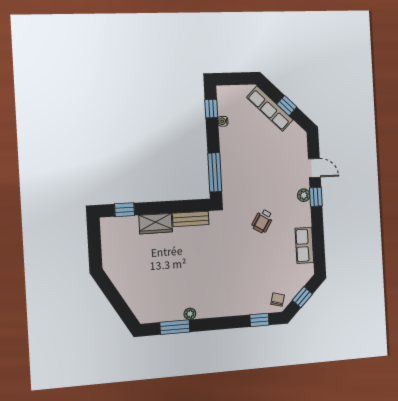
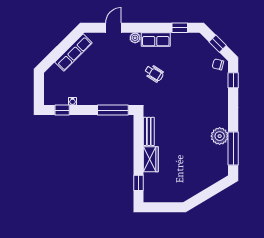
window: (287, 106) -> (62, 48), removed
row of seats: (270, 109) -> (73, 52), moved
window: (316, 197) -> (180, 28), moved
row of seats: (304, 245) -> (156, 40), moved
plant: (190, 314) -> (220, 136), width x1.87, depth x1.87
window: (175, 327) -> (233, 149), width x1.44

